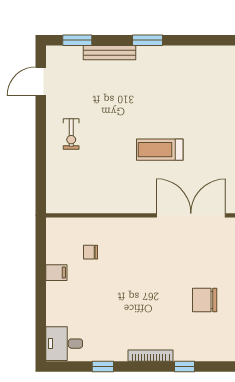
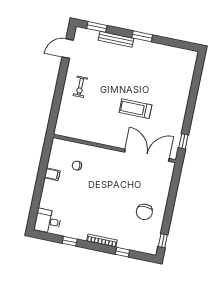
chair: (205, 300) -> (144, 212), turned -90

